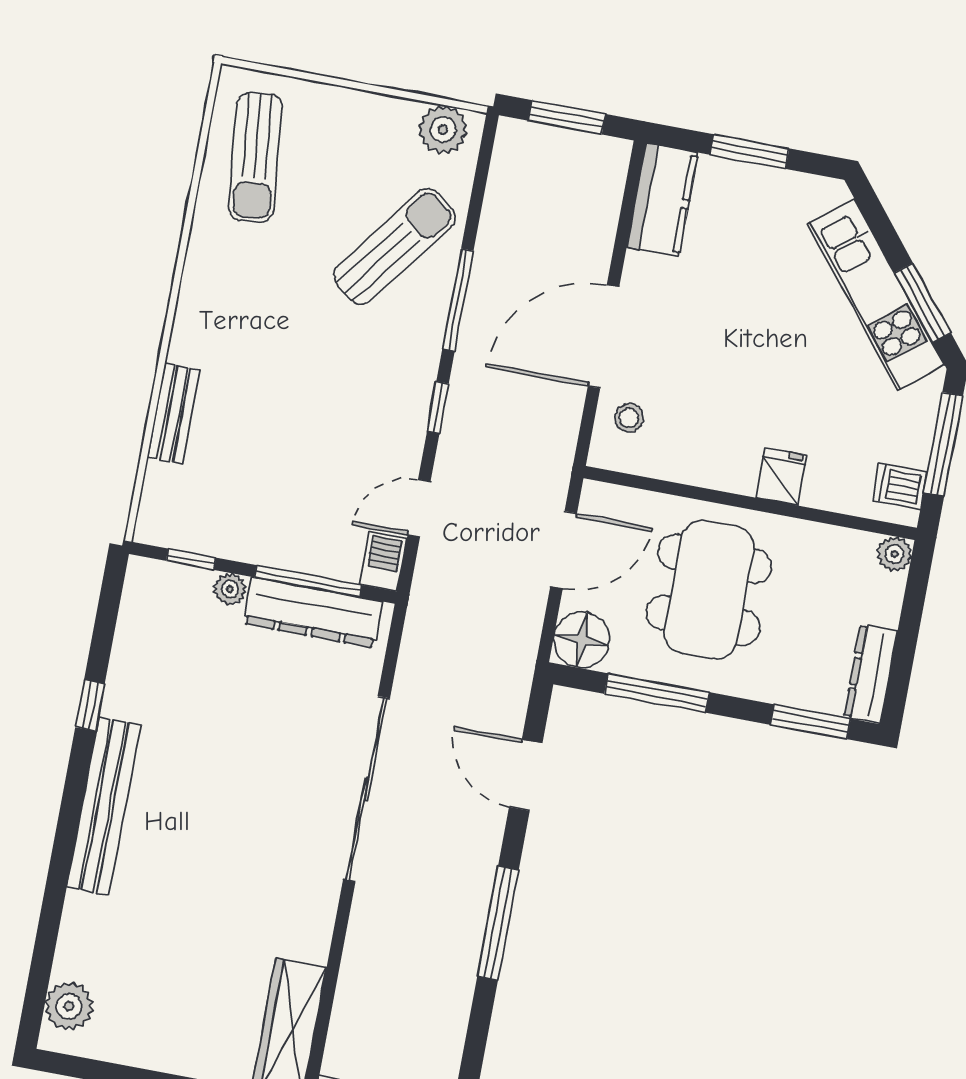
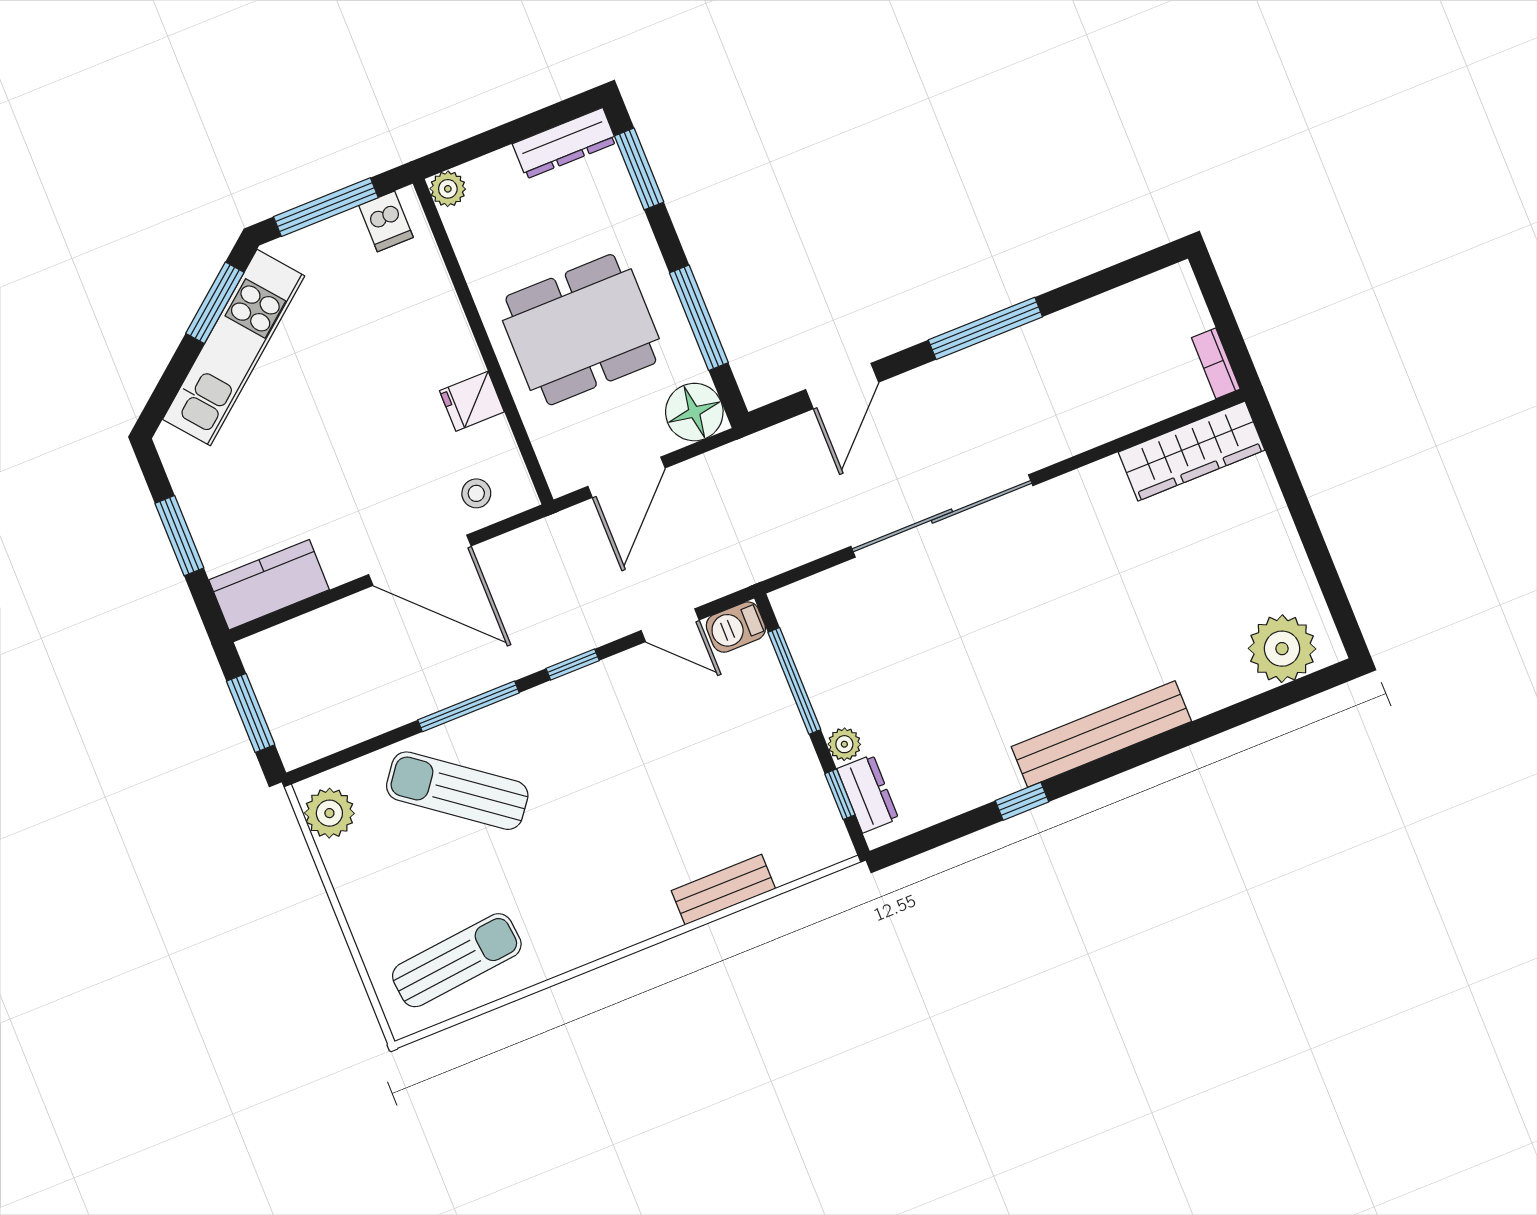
fridge: (781, 476) -> (472, 401), moved
door: (564, 550) -> (627, 477), swing flipped
dresser: (313, 613) -> (868, 794), moved, width x0.51, depth x0.80
plant: (69, 1006) -> (1282, 649), width x1.36, depth x1.36

